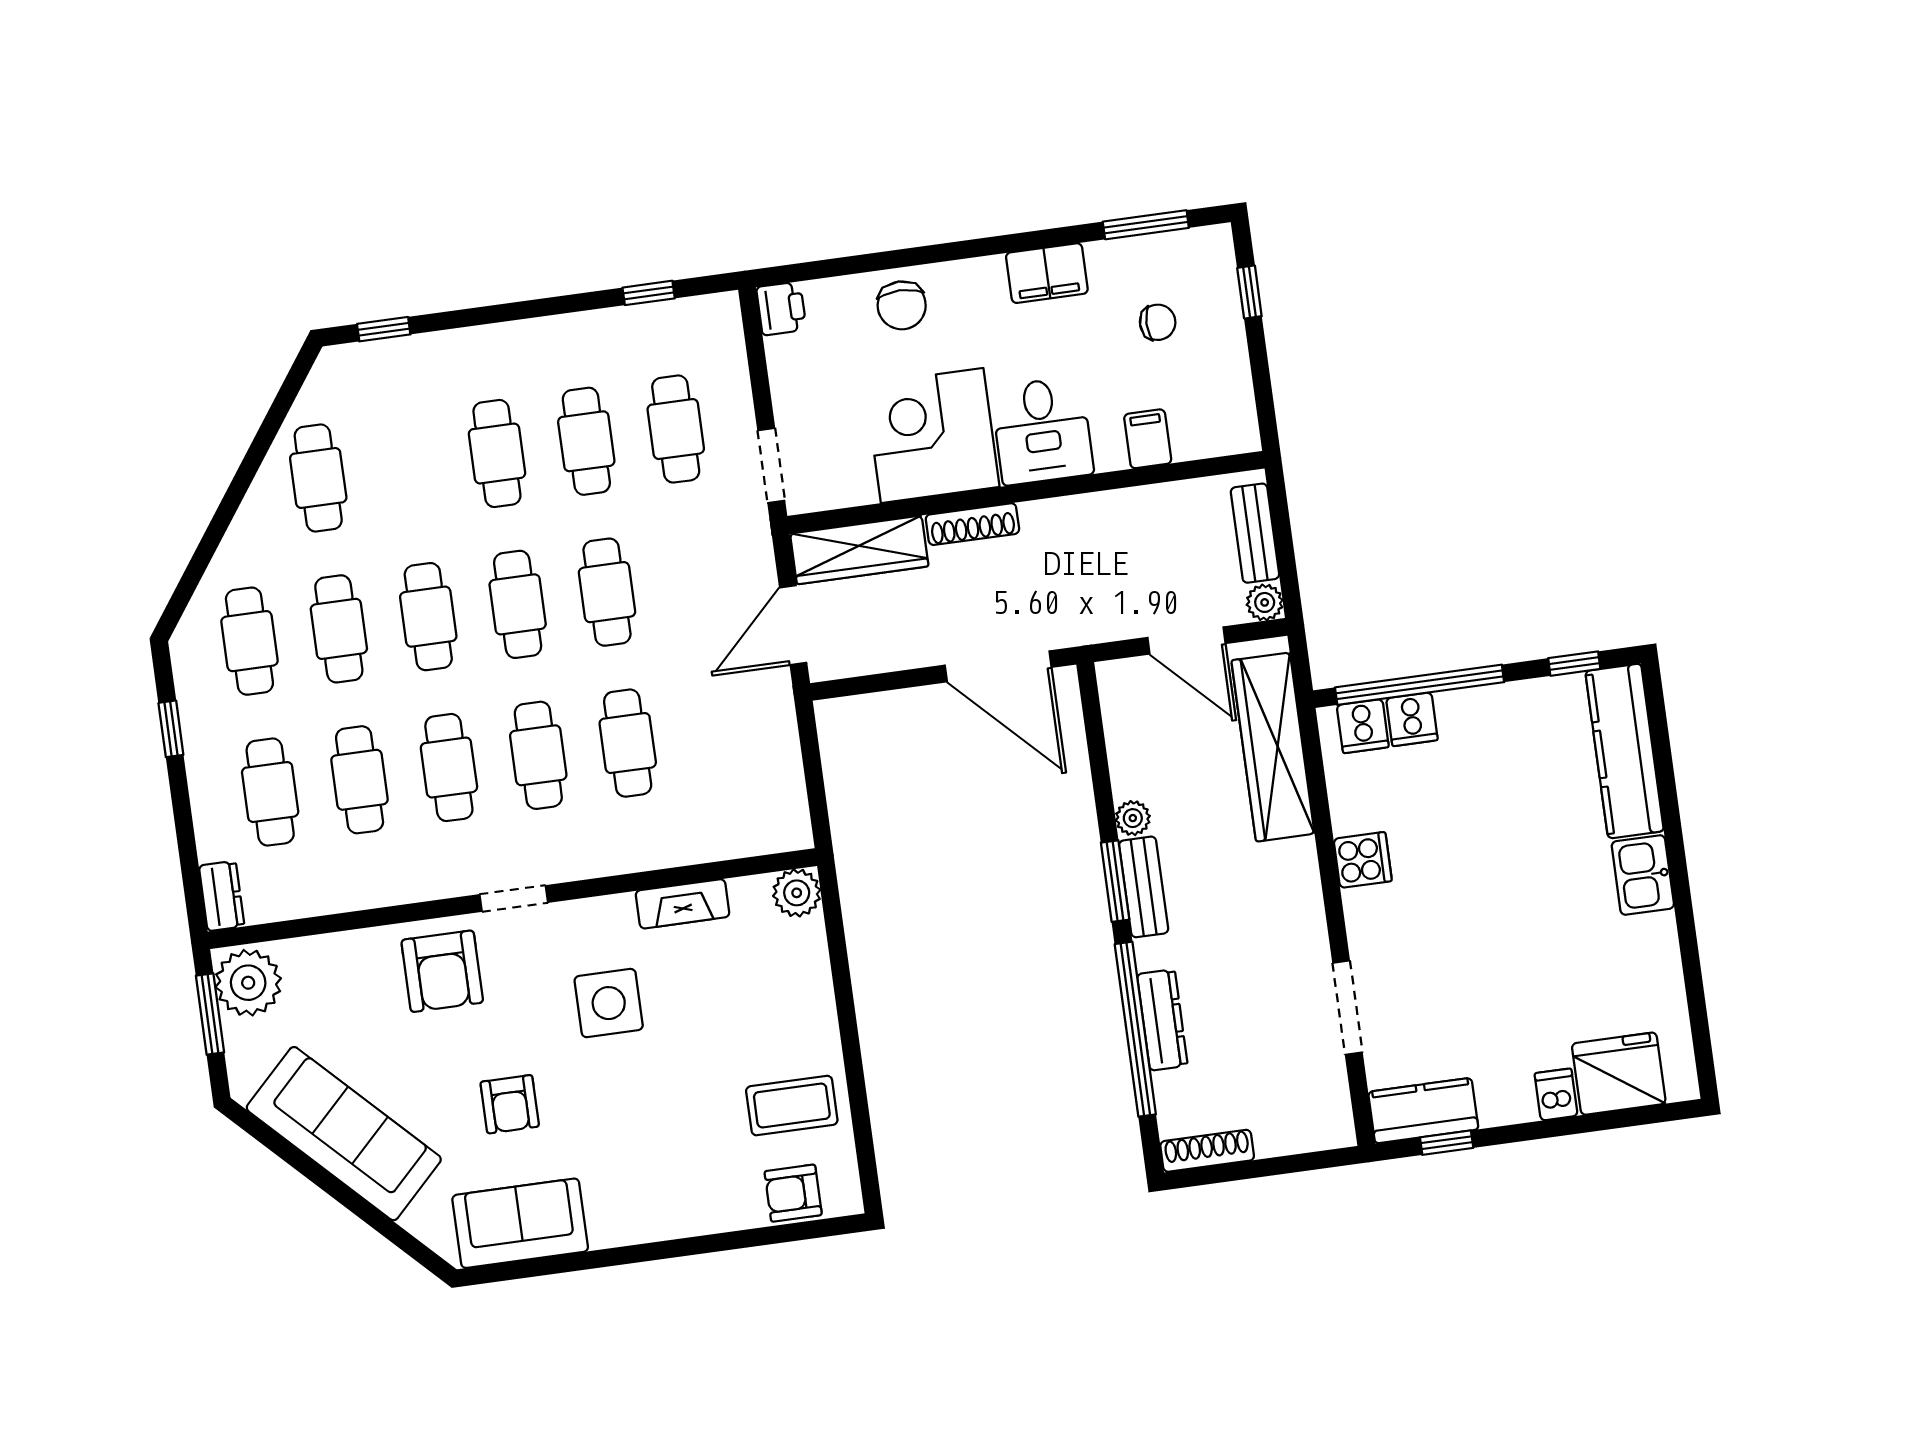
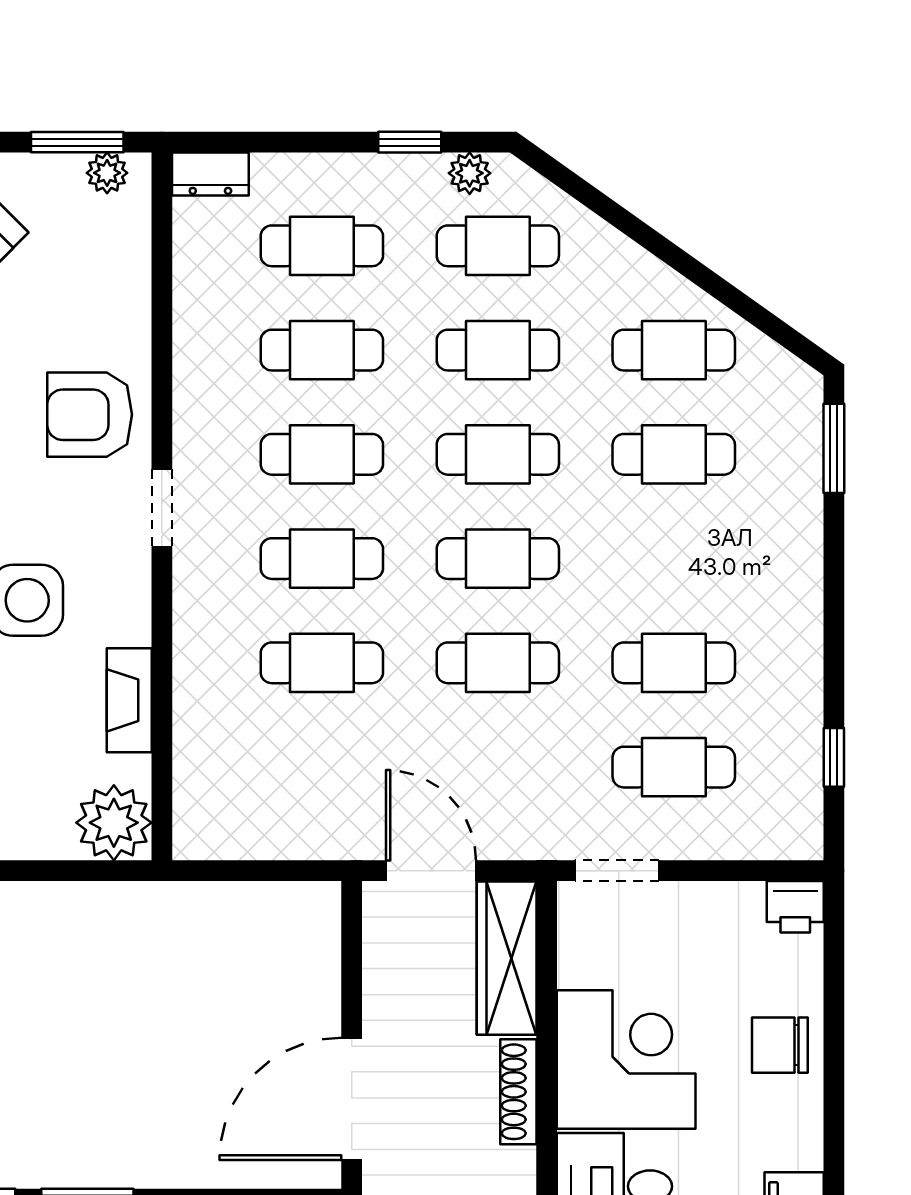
window: (384, 329) -> (834, 448), width x1.50
cafe table: (497, 454) -> (674, 454), moved
plant: (191, 674) -> (470, 173), added
plant: (797, 893) -> (114, 823), width x1.36, depth x1.36
plant: (248, 983) -> (107, 173), width x0.53, depth x0.53

